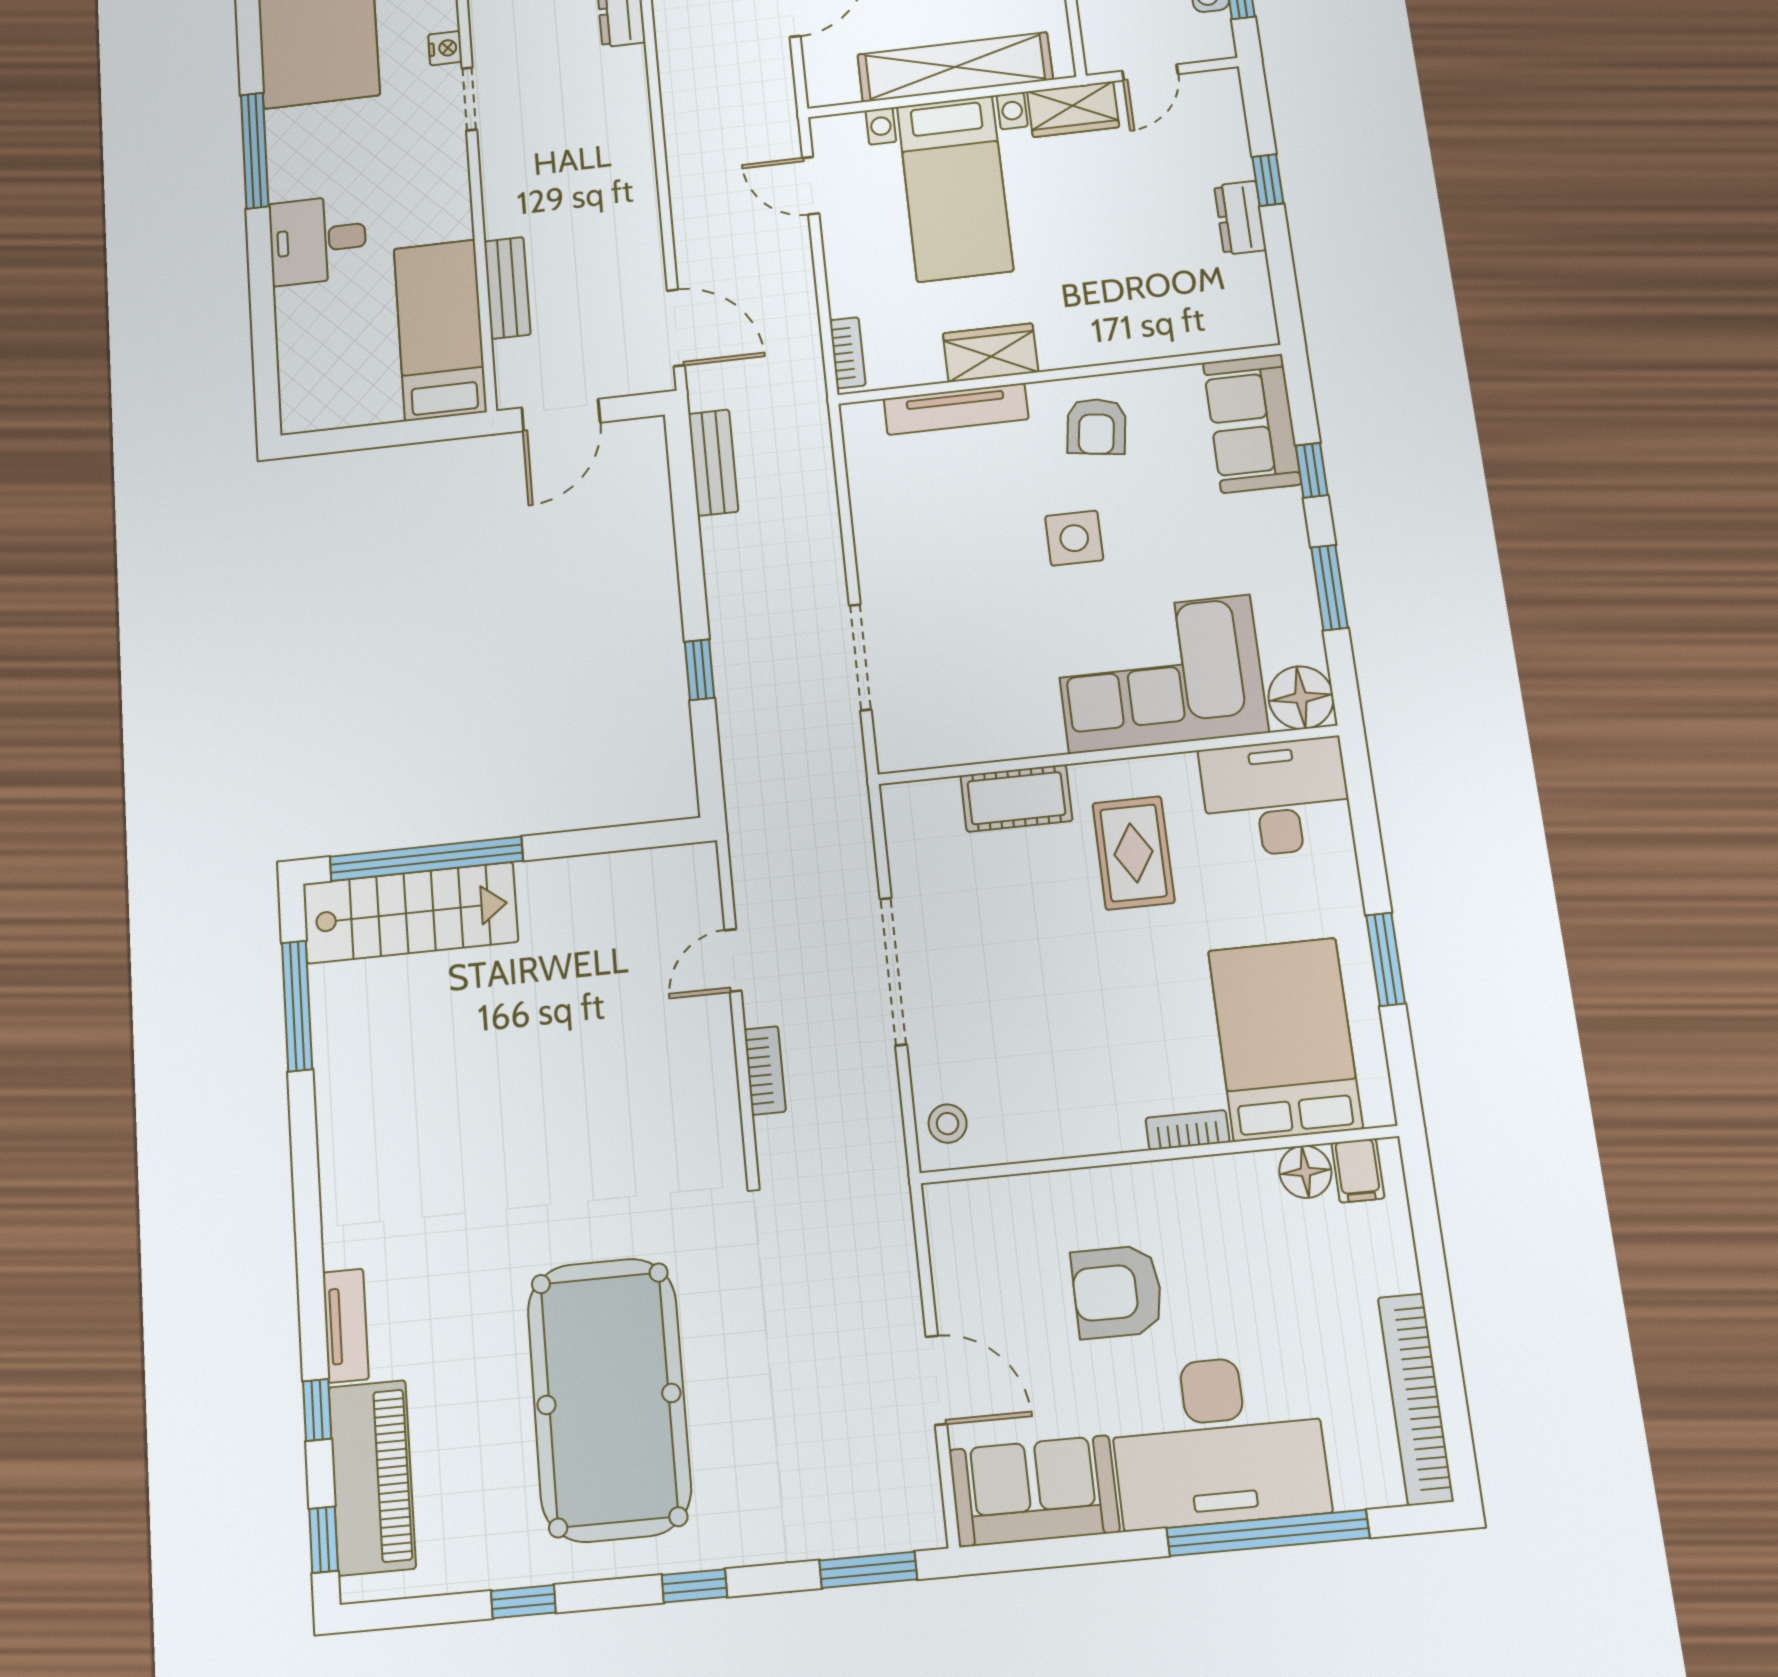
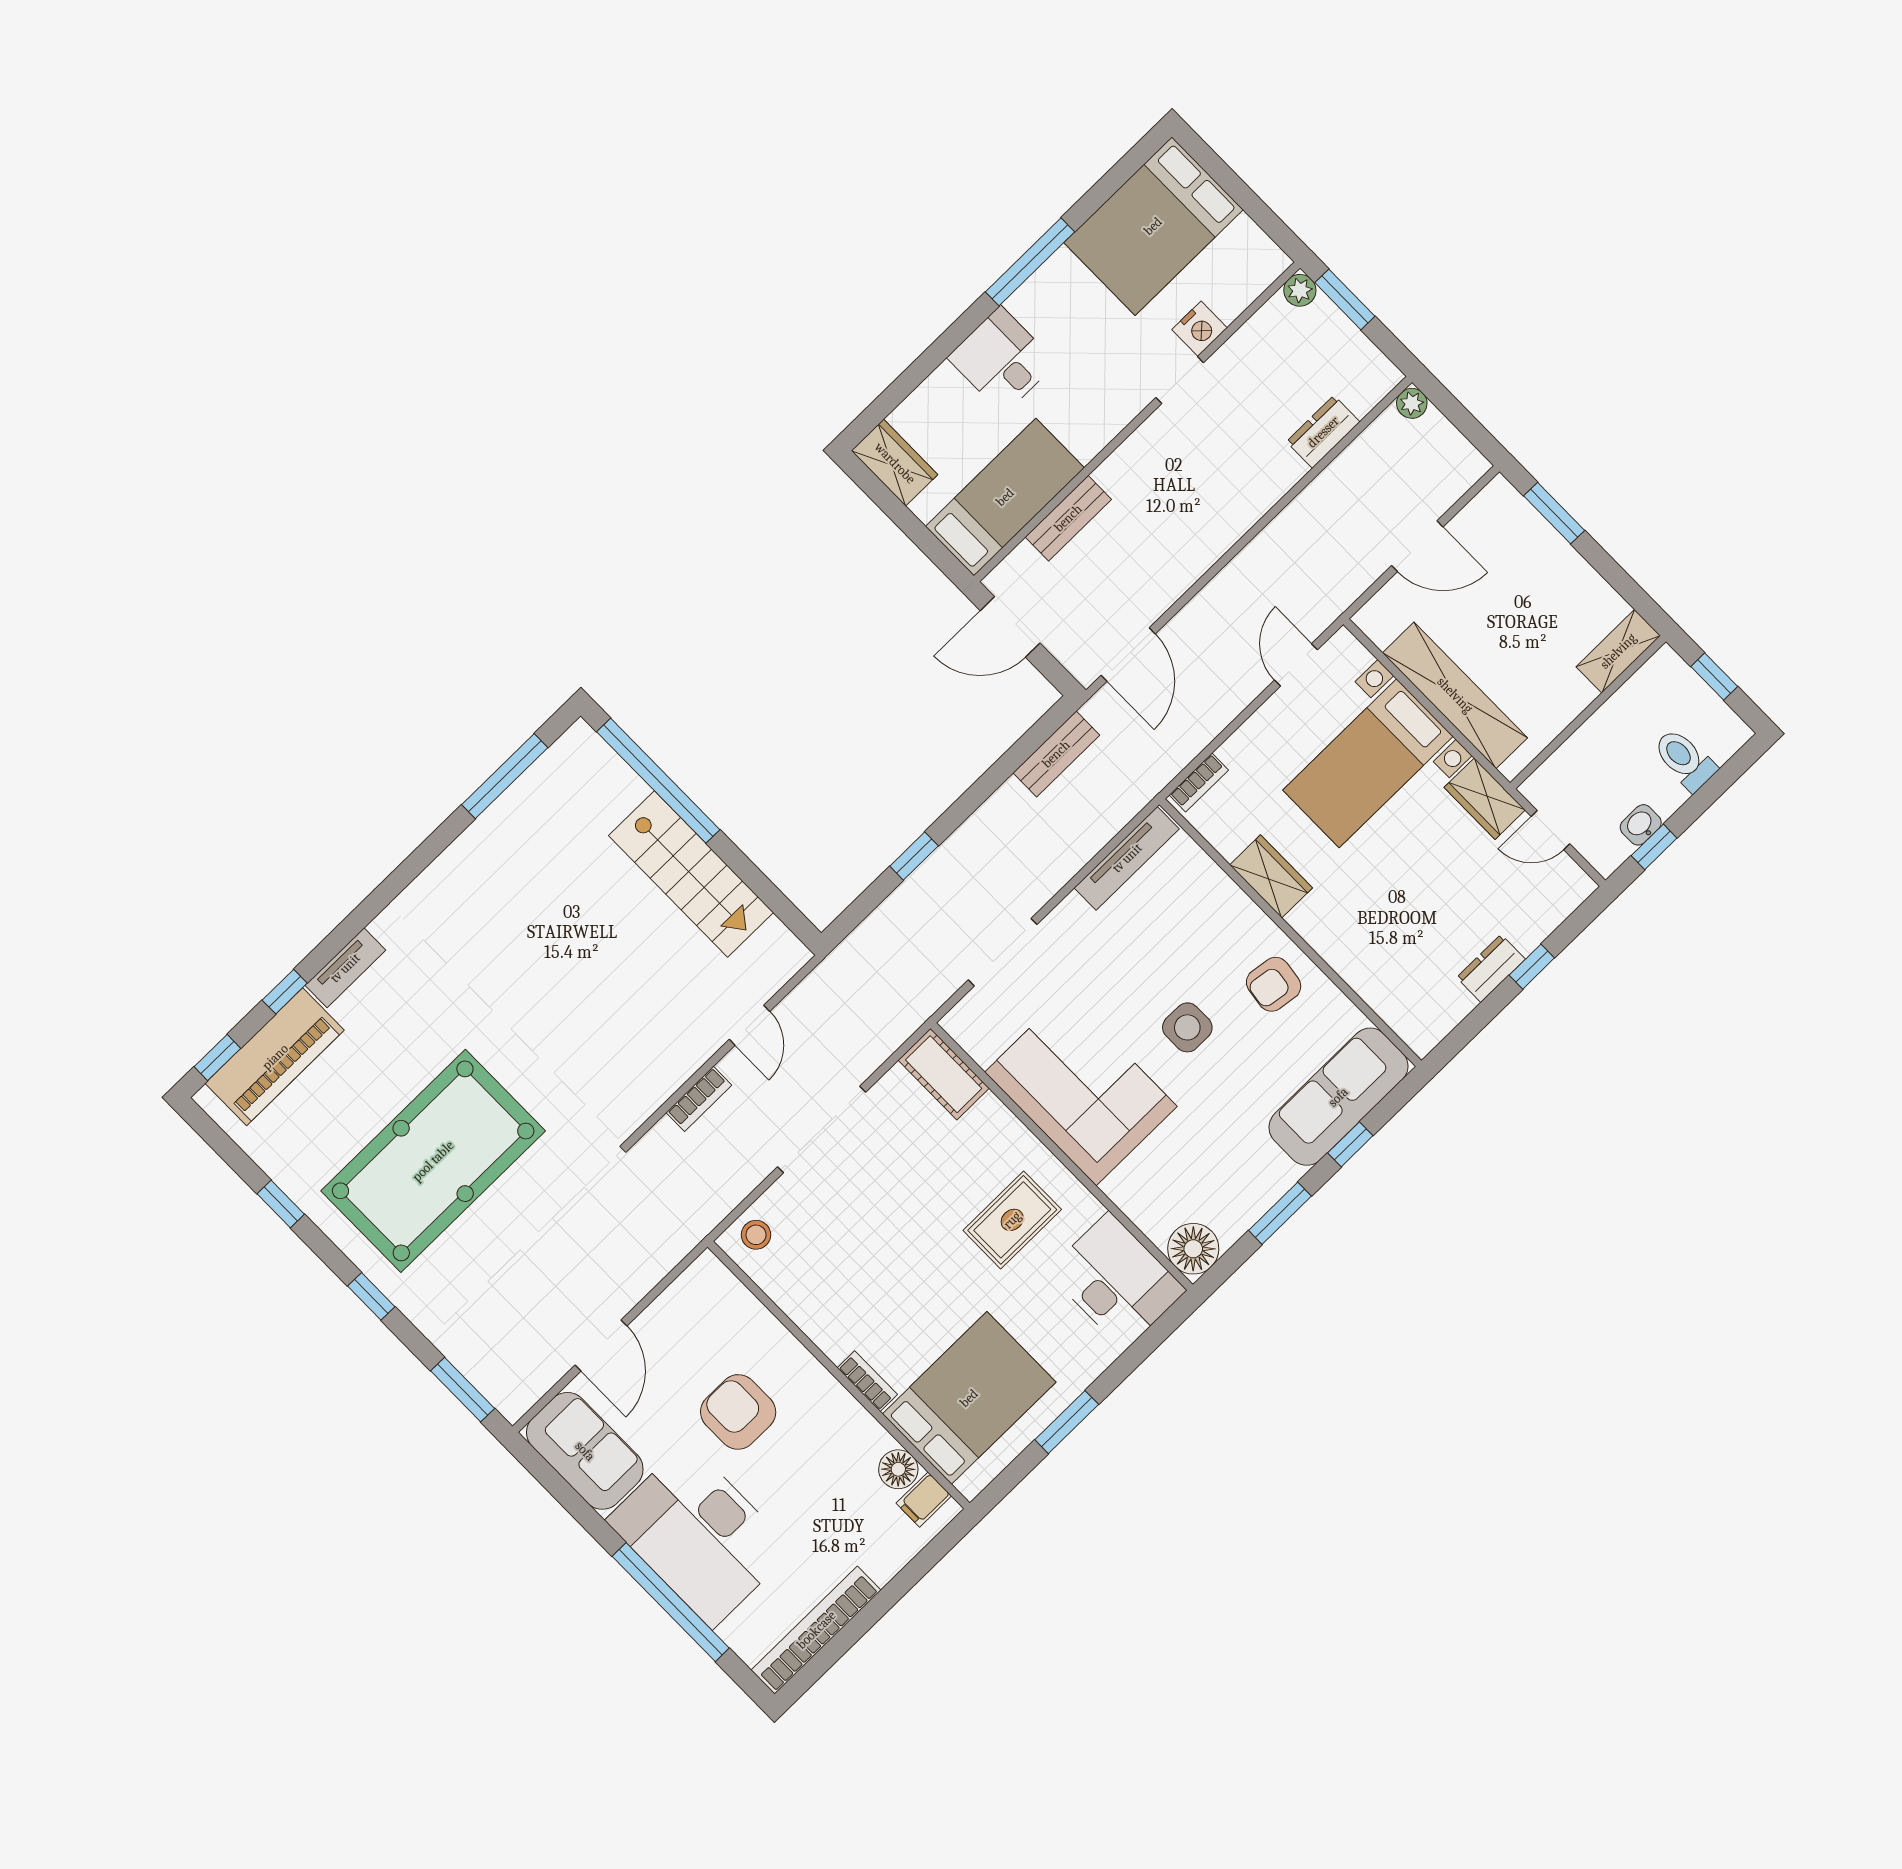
nightstand: (445, 48) -> (1200, 329), width x1.39, depth x1.35
wardrobe: (325, 405) -> (895, 463), added
tv unit: (956, 409) -> (1127, 858), moved, turned -90
sofa: (1252, 423) -> (1338, 1097), width x1.36
corner sofa: (1160, 674) -> (1081, 1089), moved
cot: (1016, 798) -> (944, 1074), moved
stairs: (410, 913) -> (691, 874), moved
door: (733, 960) -> (749, 1025), swing flipped

